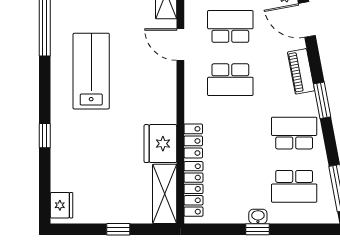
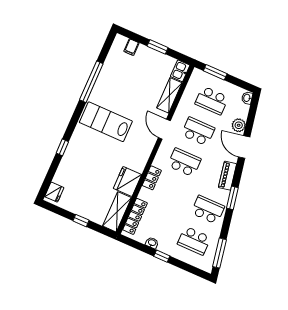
lab bench: (91, 71) -> (106, 122), turned -90
school desk: (230, 80) -> (184, 162), turned 180
locker: (193, 141) -> (152, 178), moved
washbasin: (258, 216) -> (152, 243), moved

